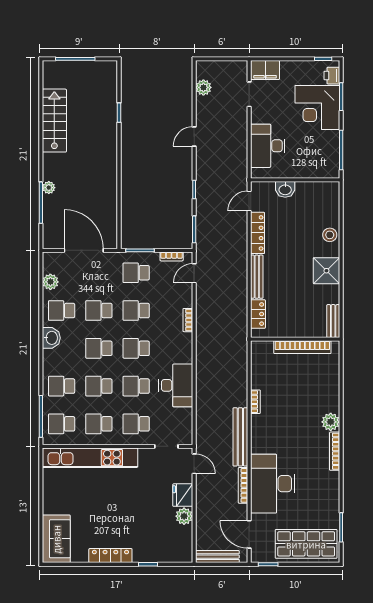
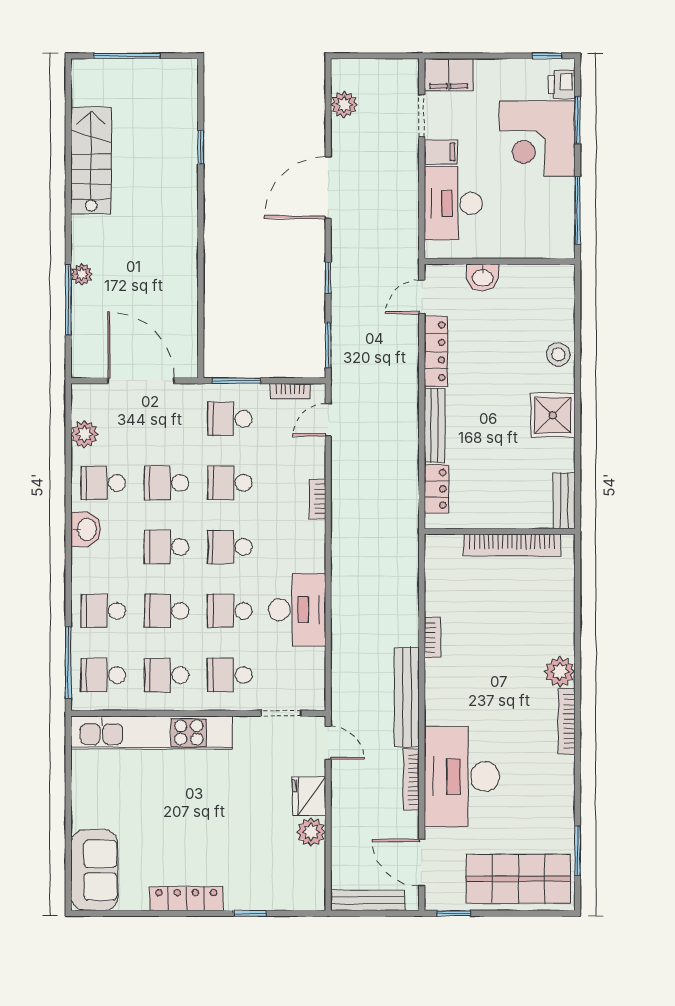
filing cabinet: (260, 115) -> (441, 152), added
door: (194, 136) -> (328, 188), width x1.87

